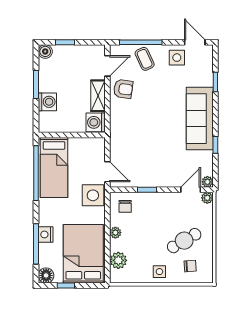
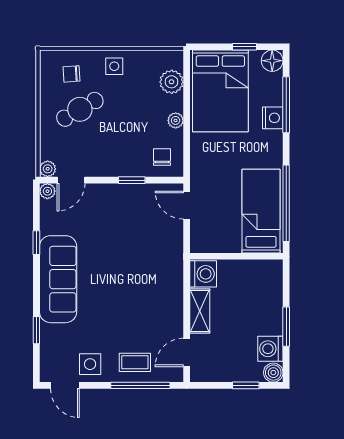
coffee table: (145, 59) -> (135, 362), turned -65
armchair: (123, 89) -> (165, 320), removed
washing machine: (47, 102) -> (270, 349), moved
side table: (93, 195) -> (207, 172), removed

